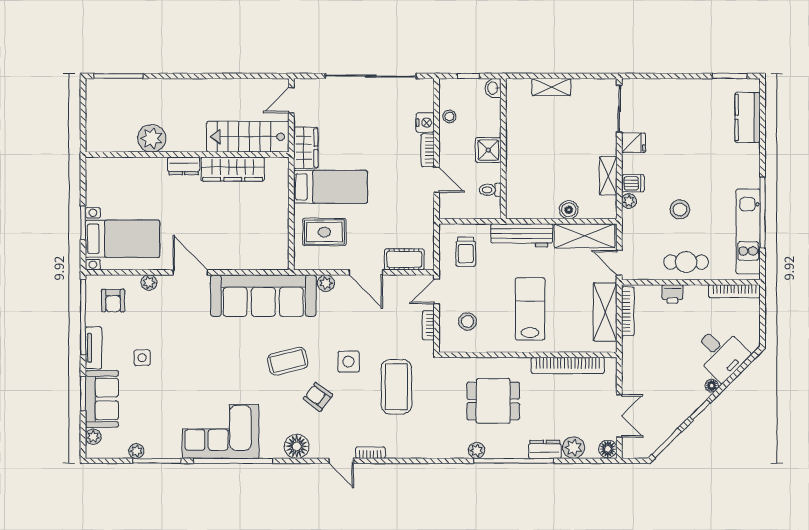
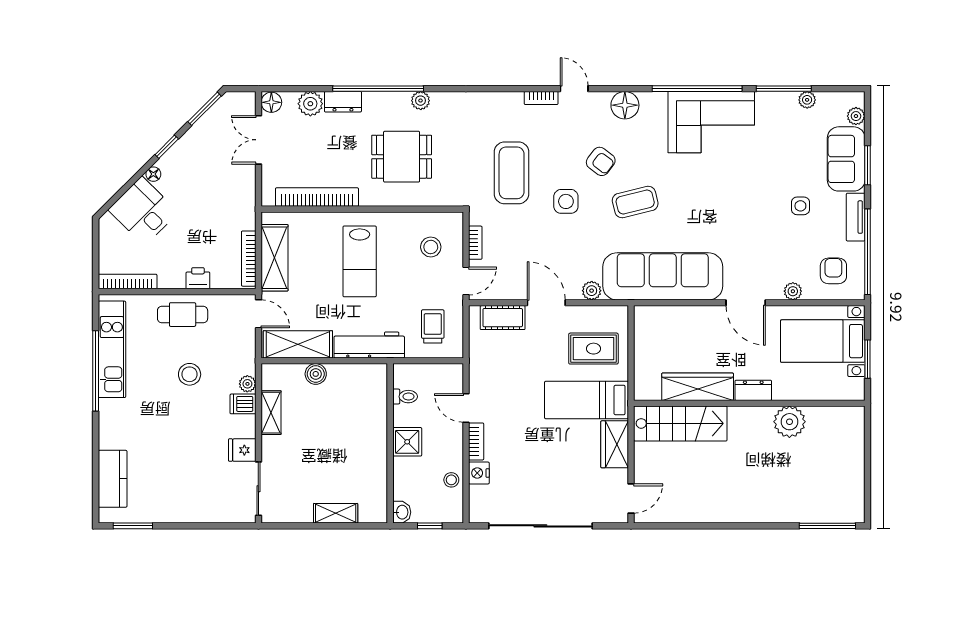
stairs: (248, 137) -> (680, 423), moved
plant: (152, 138) -> (789, 422), moved
wall: (187, 155) -> (749, 403), moved
dresser: (184, 166) -> (753, 390), moved
wardrobe: (233, 169) -> (698, 387), moved

